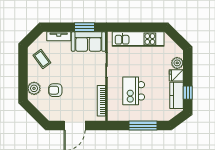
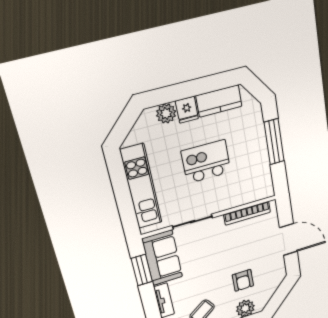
kitchen island: (134, 91) -> (206, 162), moved, turned 180
window: (188, 93) -> (211, 83), removed

